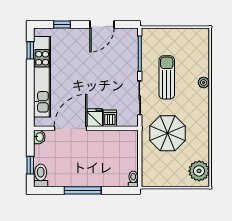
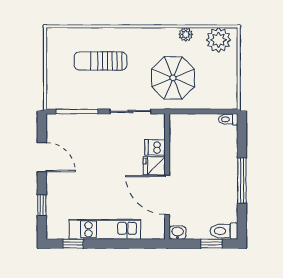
kitchen unit: (42, 77) -> (105, 229), width x0.73
sun lounger: (167, 77) -> (100, 61), moved
plant: (204, 82) -> (186, 34), moved

